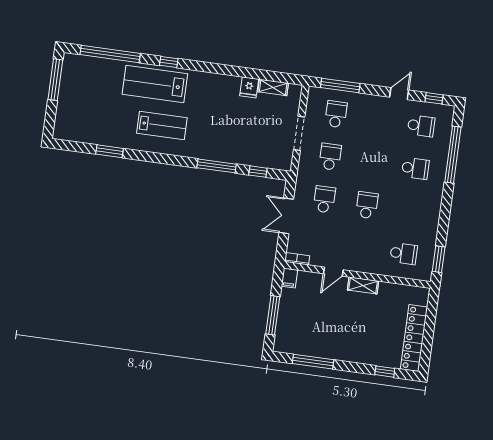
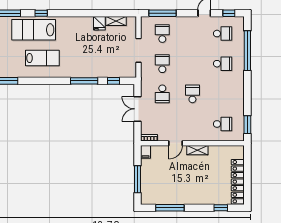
school desk: (324, 199) -> (162, 94), turned 180

